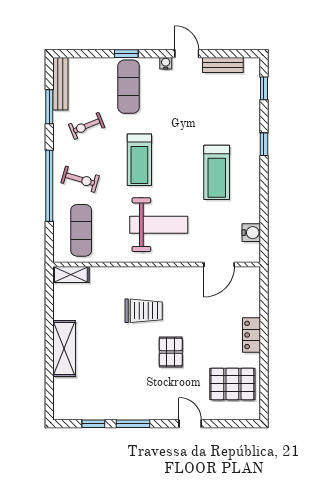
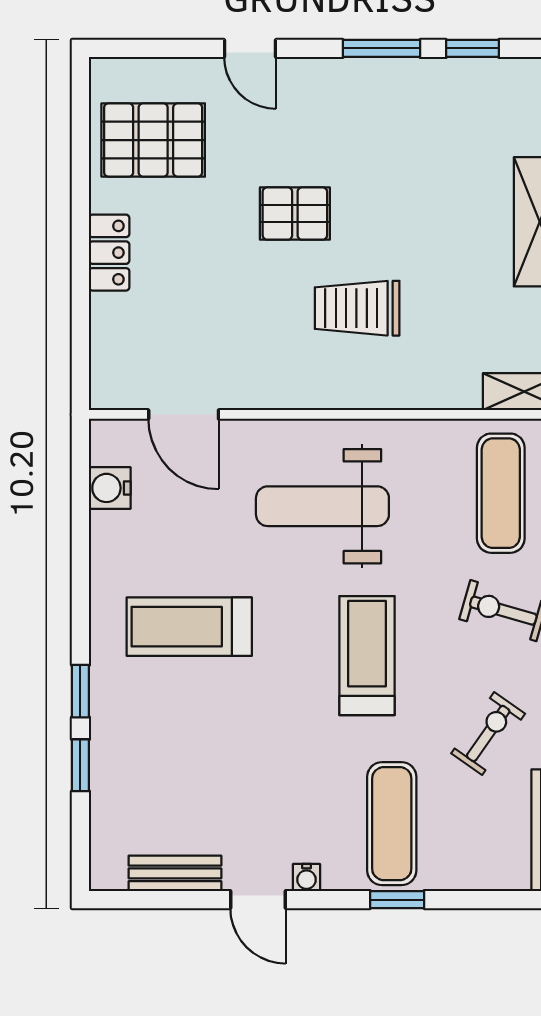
window: (264, 88) -> (80, 765), moved
exercise bike: (87, 126) -> (488, 733), turned -33
treadmill: (217, 172) -> (189, 627), turned -90
door: (219, 265) -> (184, 414), swing flipped
pallet: (171, 352) -> (295, 214), turned 90

